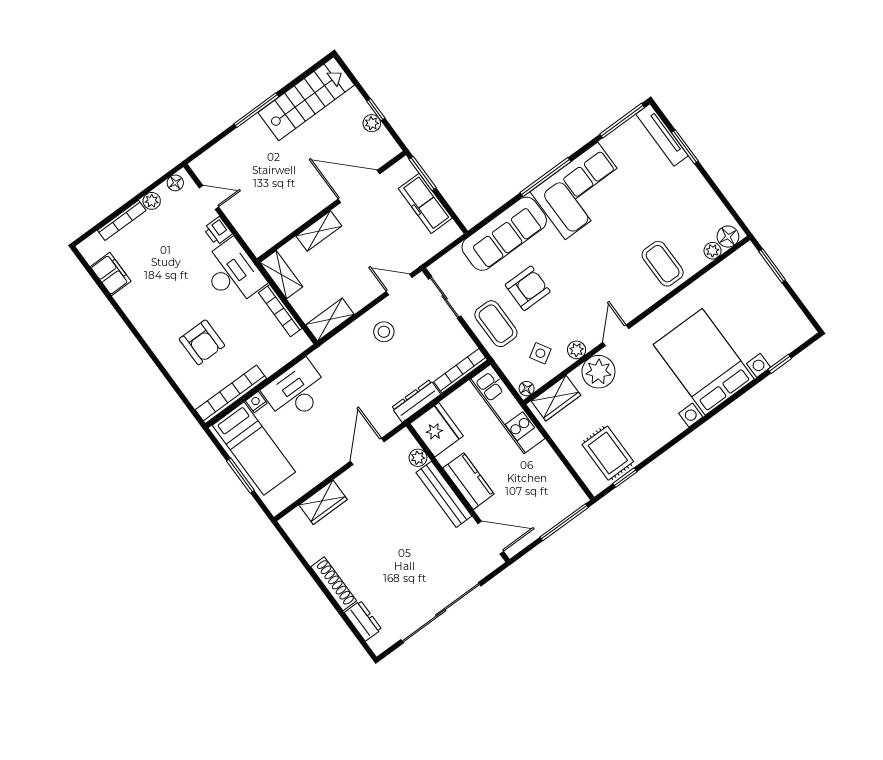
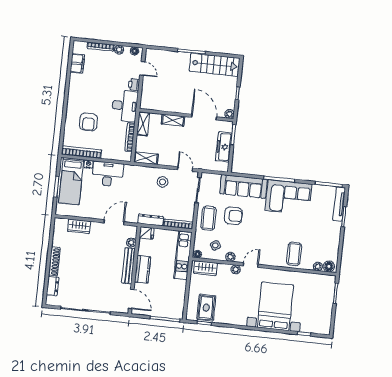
plant: (372, 123) -> (230, 114), moved
plant: (598, 372) -> (236, 269), width x0.53, depth x0.53
fridge: (437, 430) -> (147, 233), width x0.53, depth x0.75

